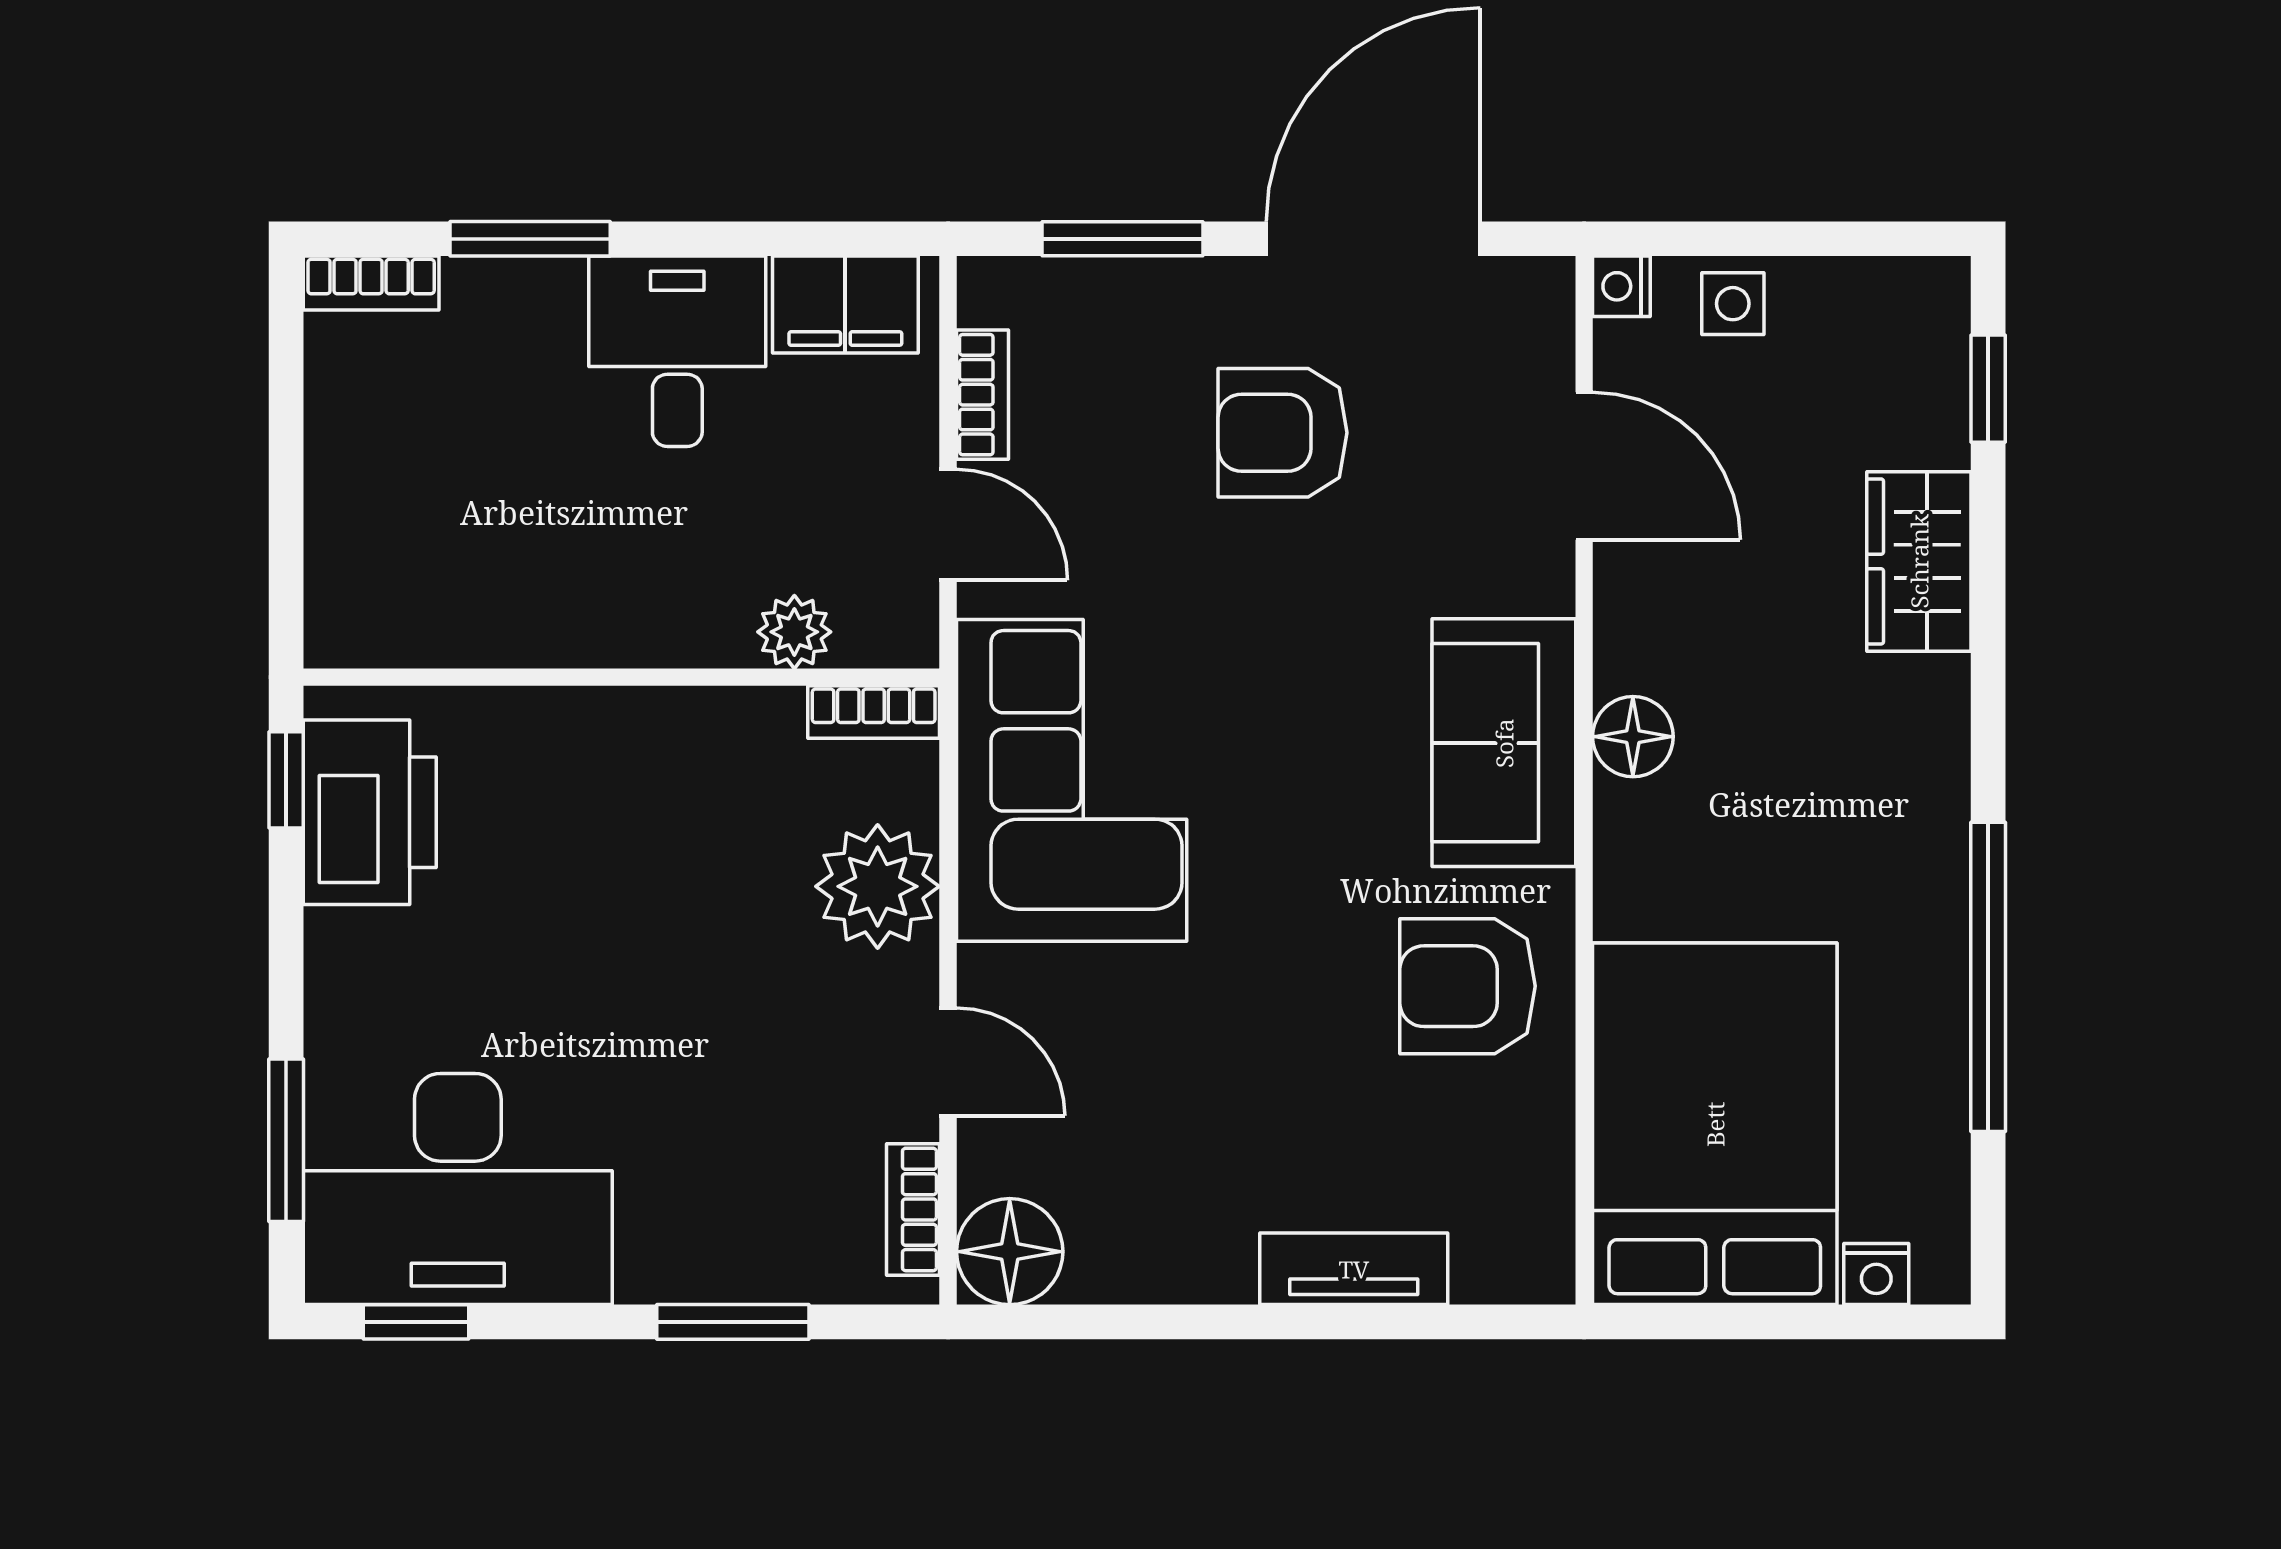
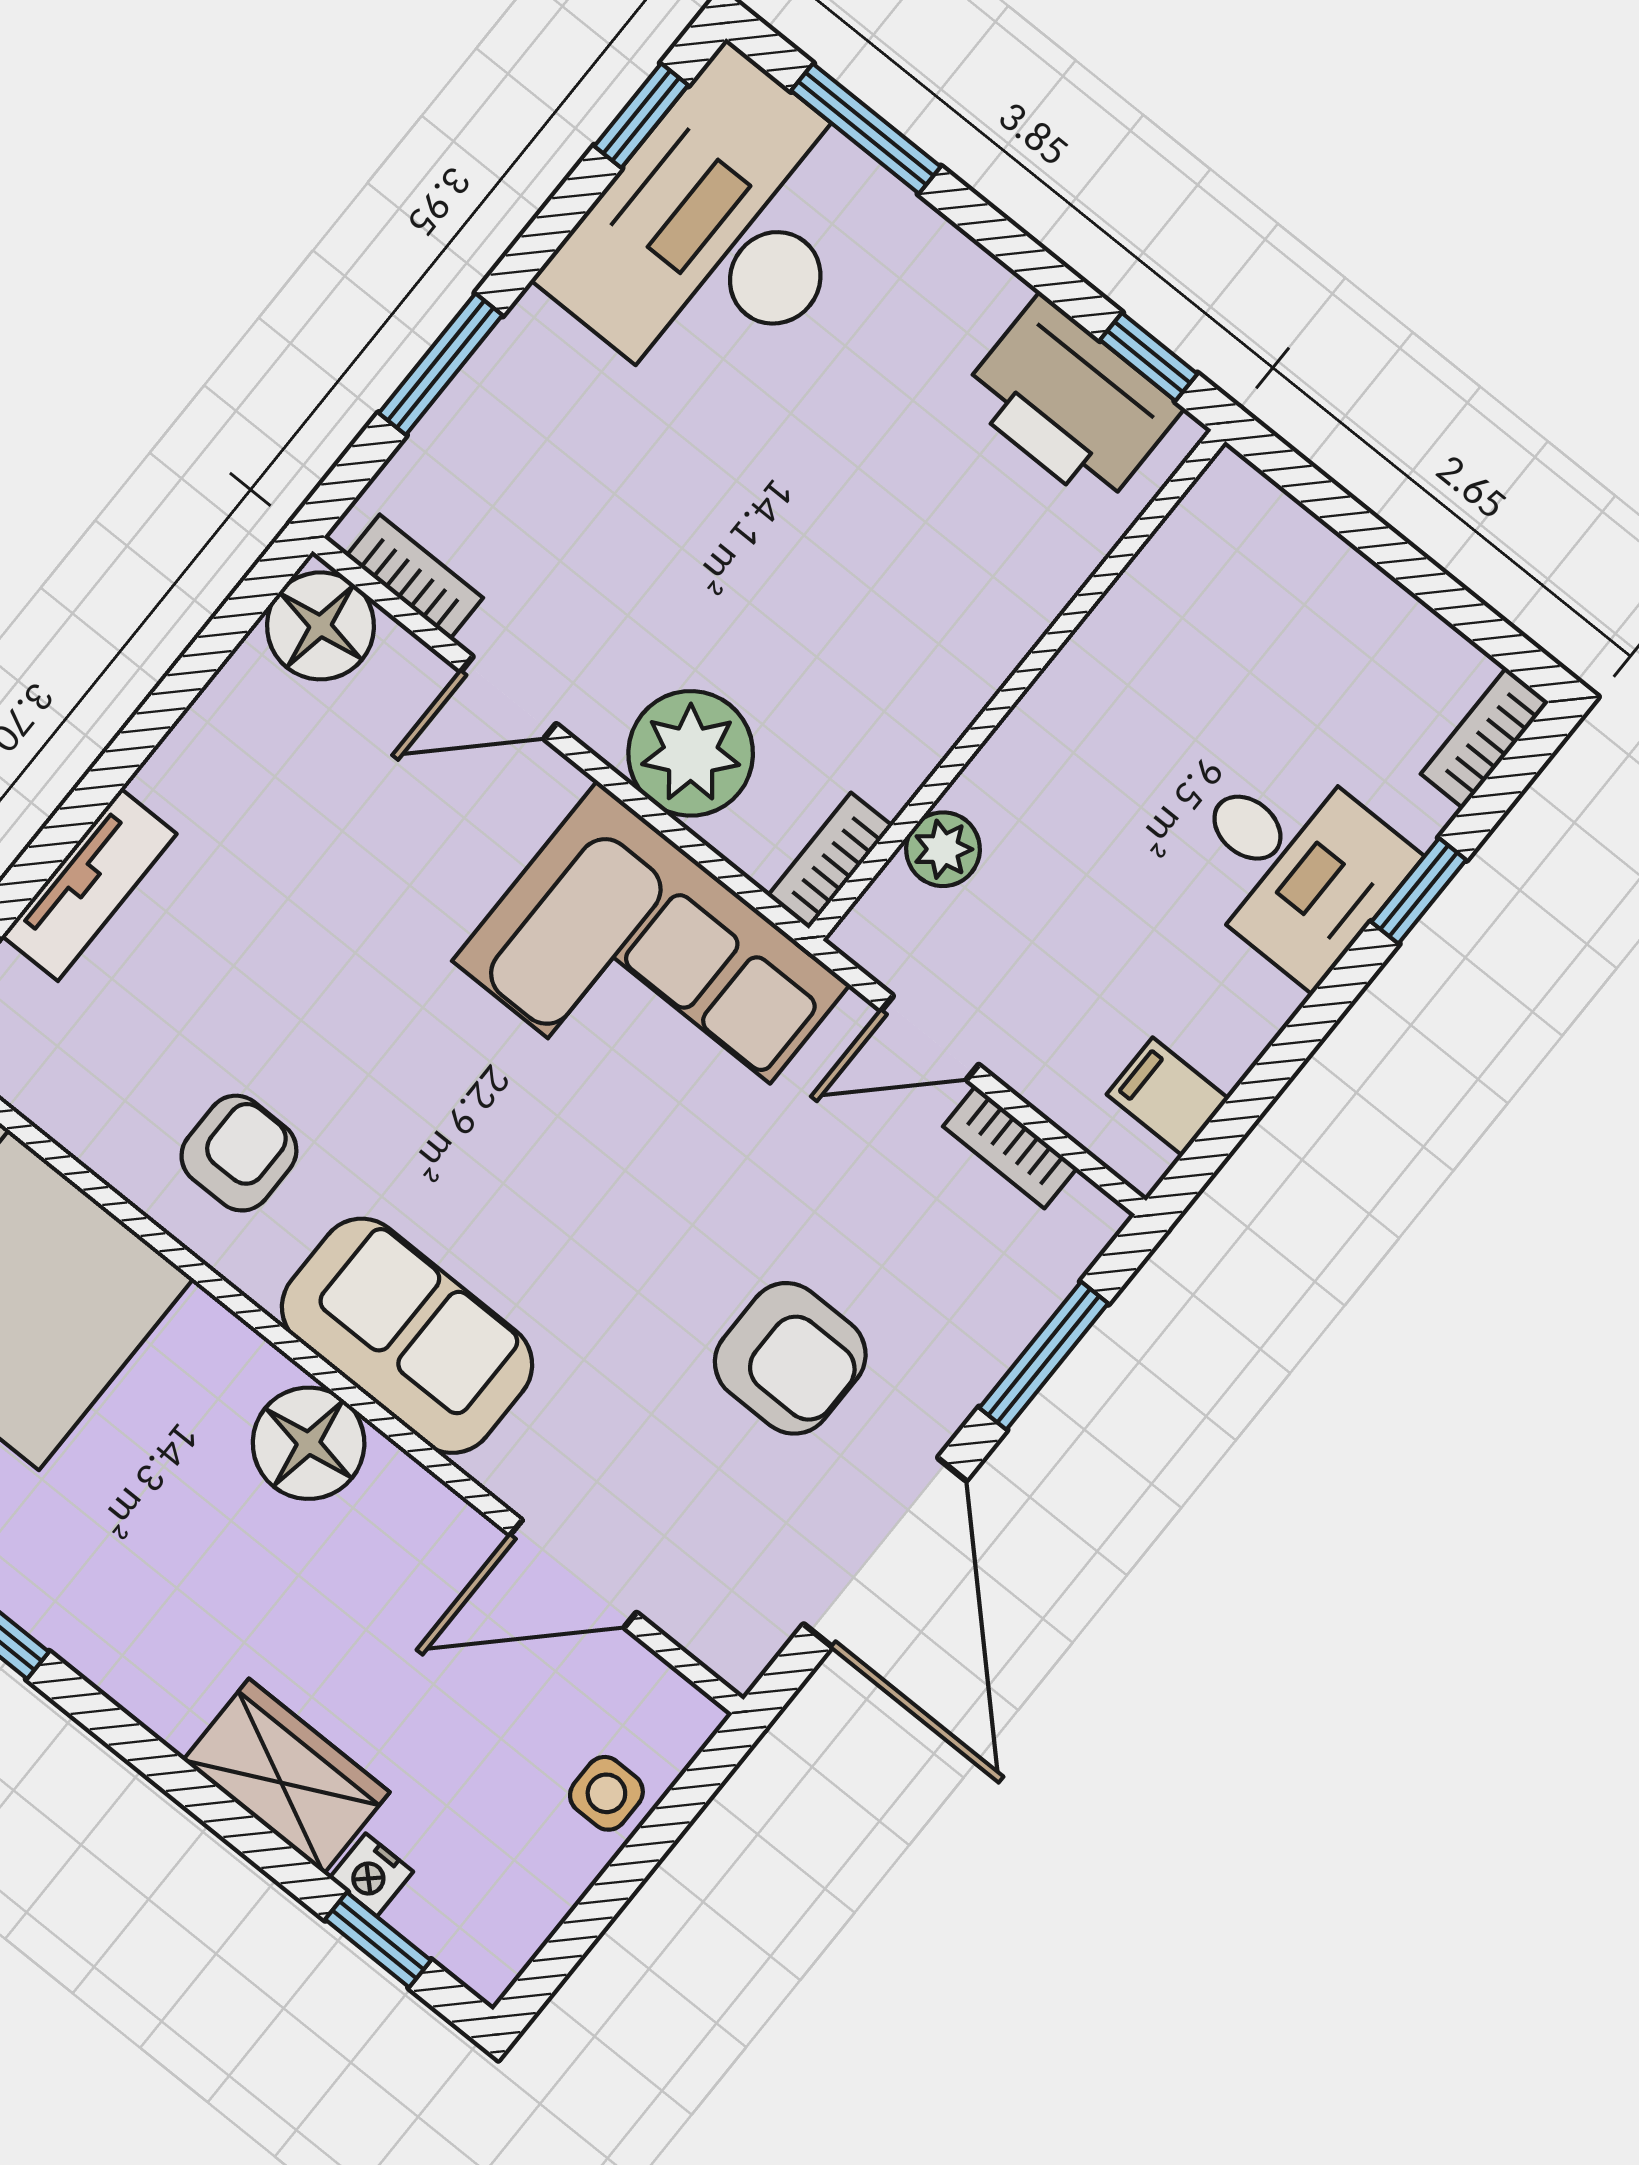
window: (530, 239) -> (1419, 891), width x0.67
nightstand: (1621, 286) -> (371, 1875), moved, turned 180
filing cabinet: (845, 305) -> (1168, 1097), width x0.50
desk: (677, 351) -> (1294, 865), moved
armchair: (1283, 433) -> (790, 1358), turned 90
floor lamp: (1633, 737) -> (309, 1443), width x1.38, depth x1.38
armchair: (1467, 986) -> (239, 1153), width x0.72, depth x0.72

